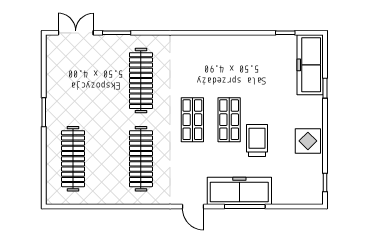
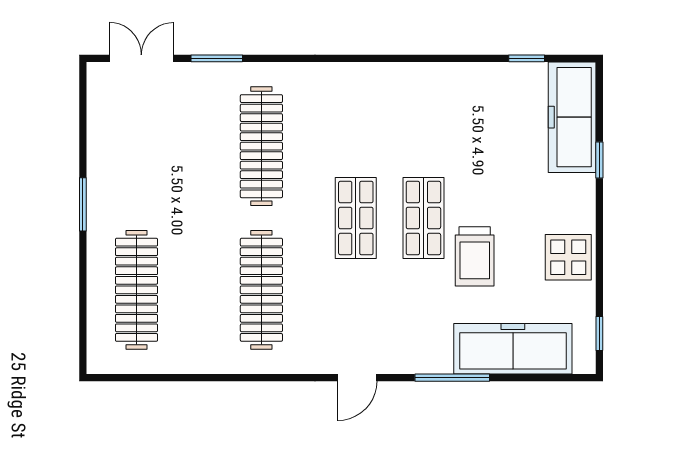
trolley: (257, 140) -> (475, 256), turned 180
freezer: (239, 191) -> (513, 349), moved
door: (193, 207) -> (357, 378), hinge flipped

